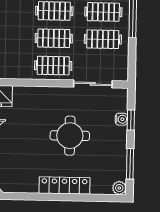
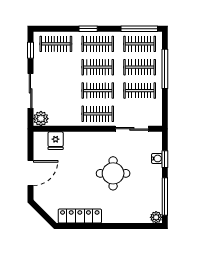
window: (130, 164) -> (165, 196), width x1.44
locker: (64, 185) -> (80, 216), moved

